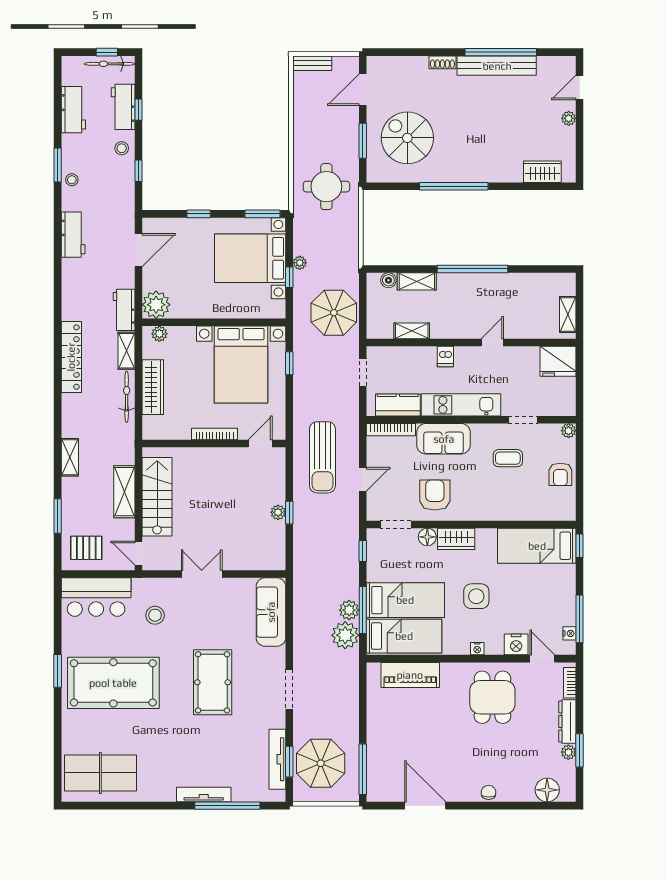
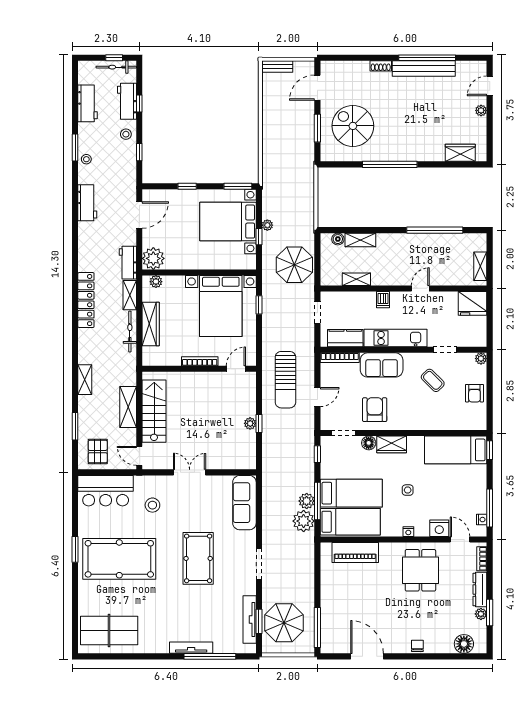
round table: (326, 187) -> (289, 165), removed
window: (473, 269) -> (435, 230), moved
coffee table: (508, 458) -> (433, 380), turned 45
pallet: (86, 548) -> (98, 452), turned 90
side table: (476, 596) -> (408, 490), width x0.54, depth x0.54

